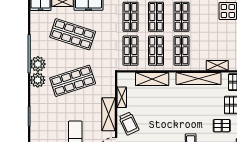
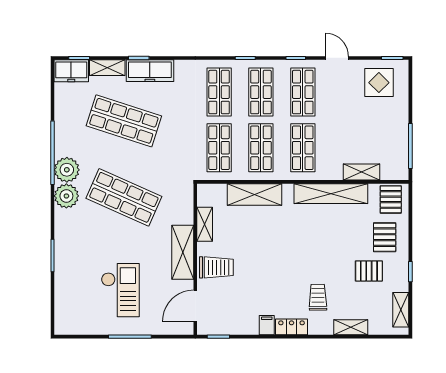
shop shelf: (73, 81) -> (124, 197), turned 42
trolley: (129, 123) -> (216, 267), turned -65

